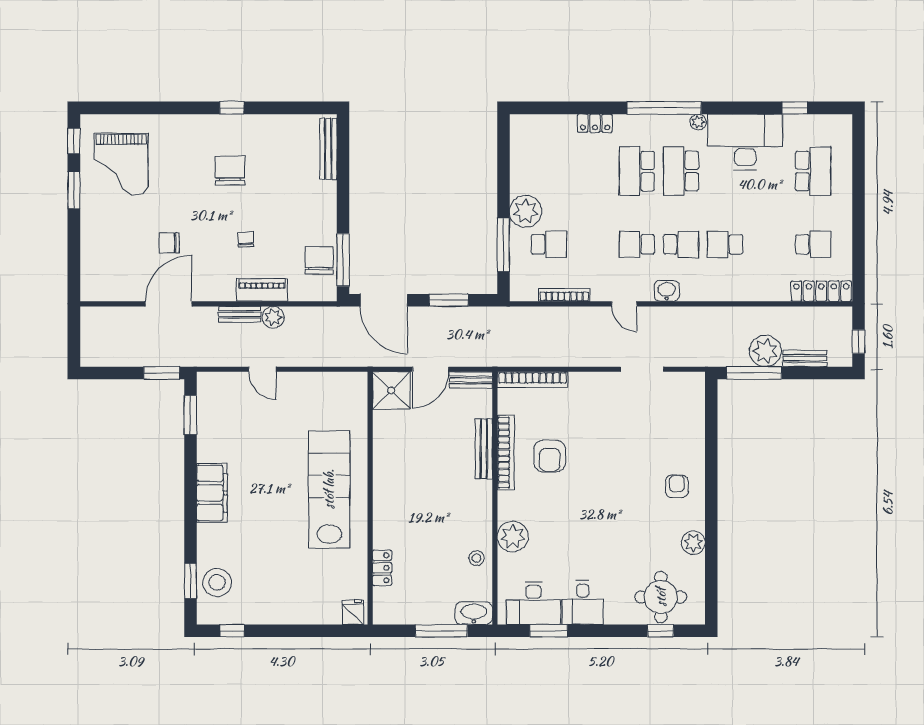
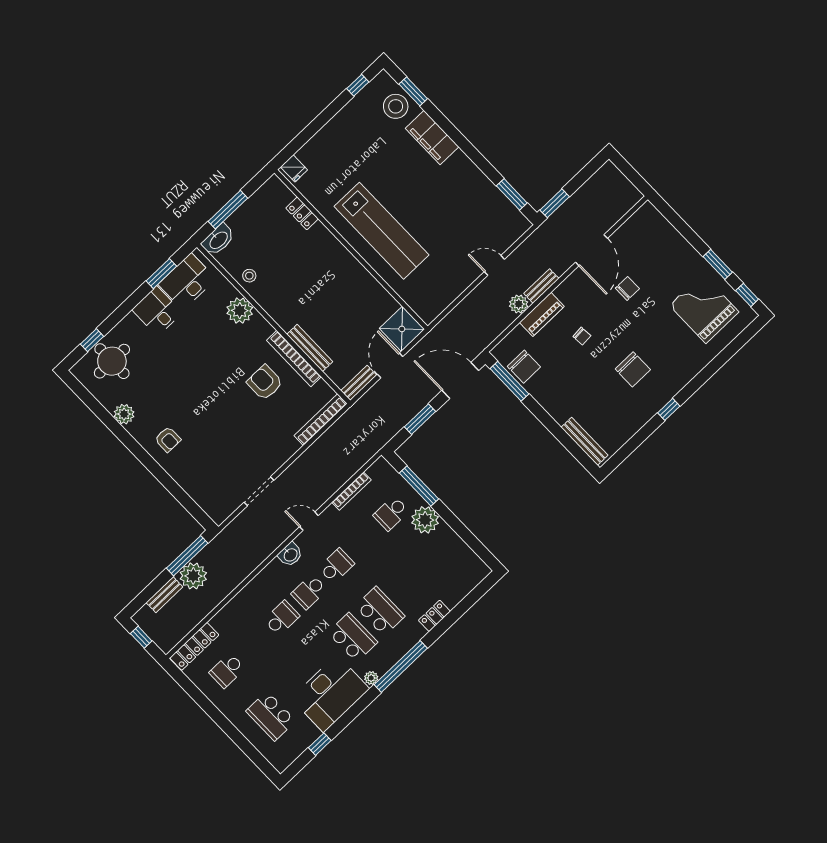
filing cabinet: (212, 493) -> (432, 138), moved

